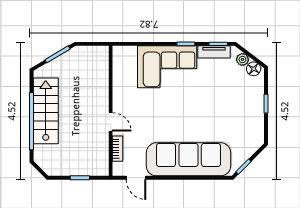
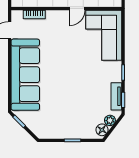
corner sofa: (167, 67) -> (104, 35), moved
door: (111, 122) -> (77, 9), moved

